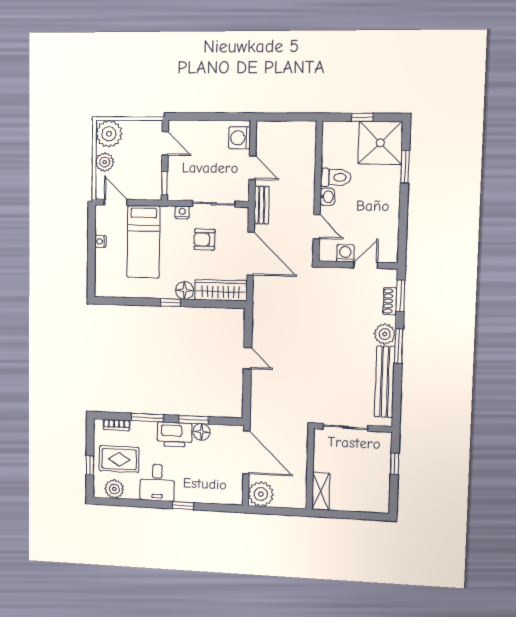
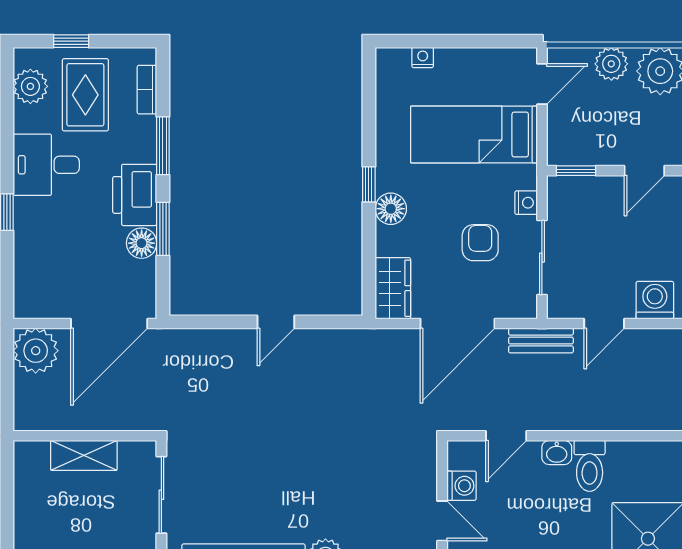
nightstand: (101, 241) -> (423, 58), moved
wardrobe: (221, 290) -> (393, 288), width x0.67
shelving: (321, 491) -> (84, 455), moved

